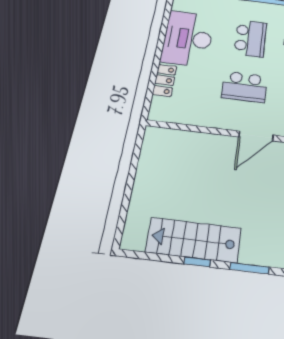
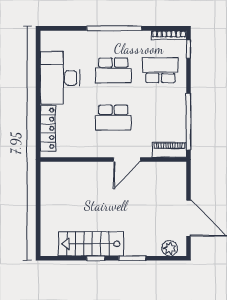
school desk: (250, 38) -> (113, 70), turned 90
locker: (165, 80) -> (48, 128), width x1.53

